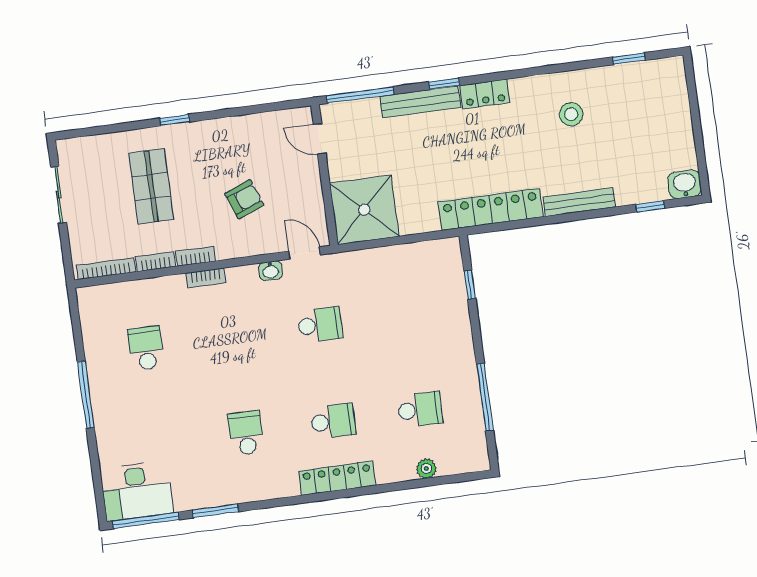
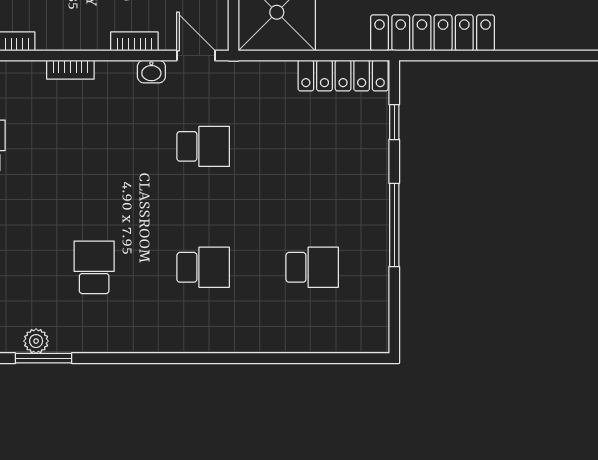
bench: (579, 202) -> (543, 39), removed
bookcase: (195, 256) -> (134, 41), moved
window: (485, 397) -> (394, 225), moved
plant: (426, 469) -> (36, 341), moved
locker: (337, 478) -> (343, 76), moved, turned 180

